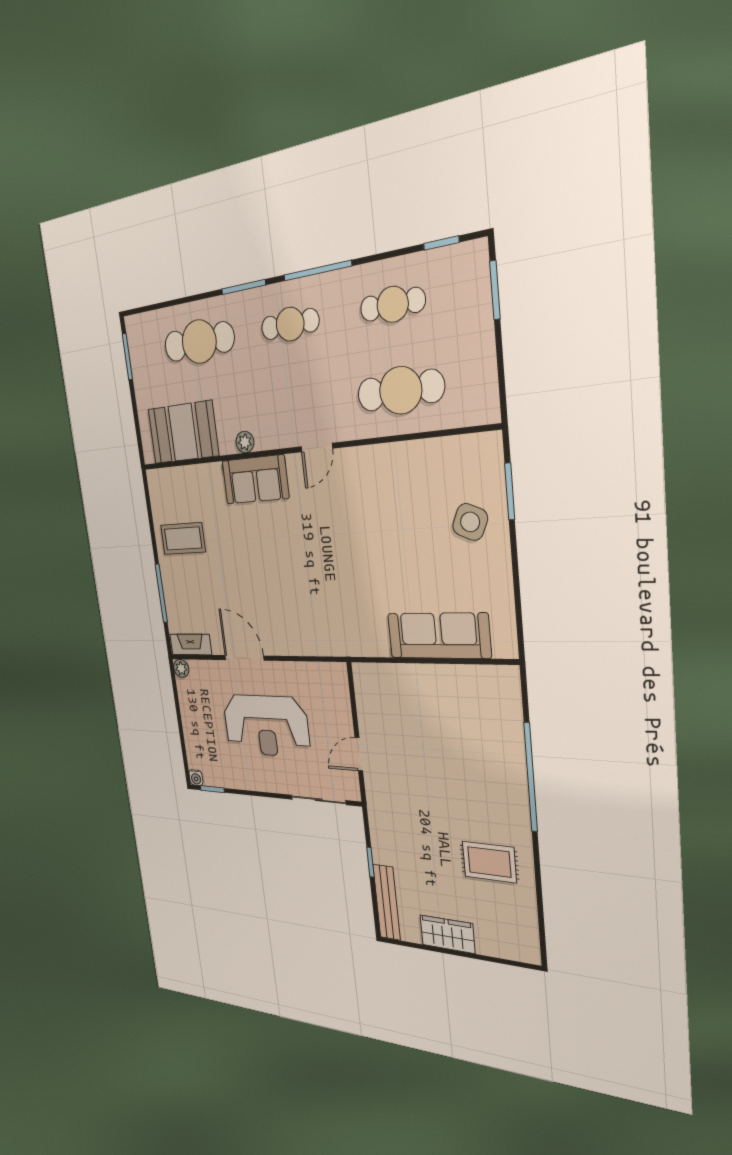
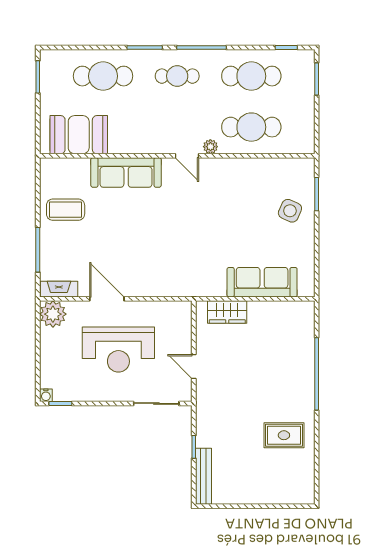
cafe table: (393, 304) -> (251, 76), width x1.37, depth x1.35
plant: (245, 442) -> (210, 147), moved
door: (317, 447) -> (187, 156), hinge flipped
sofa: (255, 480) -> (126, 172), width x1.36
plant: (181, 668) -> (53, 314), width x1.88, depth x1.88
door: (359, 754) -> (194, 367), hinge flipped
wardrobe: (447, 934) -> (227, 312), moved, turned 180

